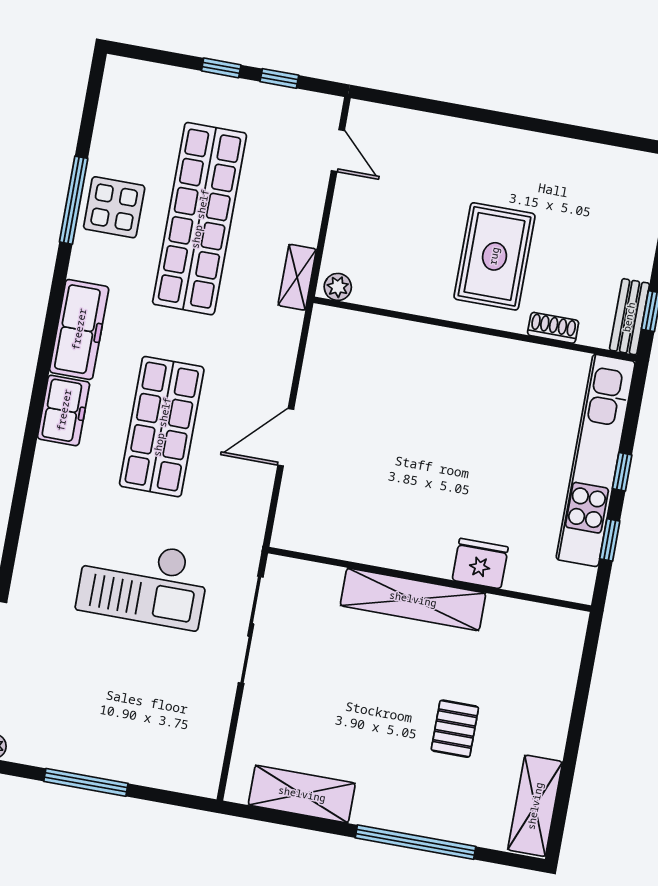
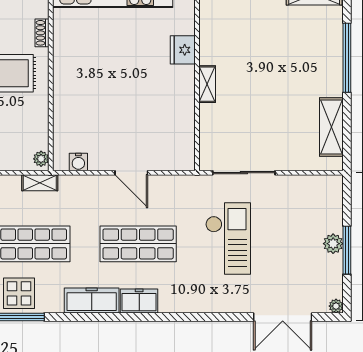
water cooler: (321, 350) -> (78, 162), added
shelving: (413, 599) -> (207, 84), width x0.45, depth x0.75
pallet: (455, 729) -> (279, 47), removed
plant: (101, 761) -> (333, 244), added

